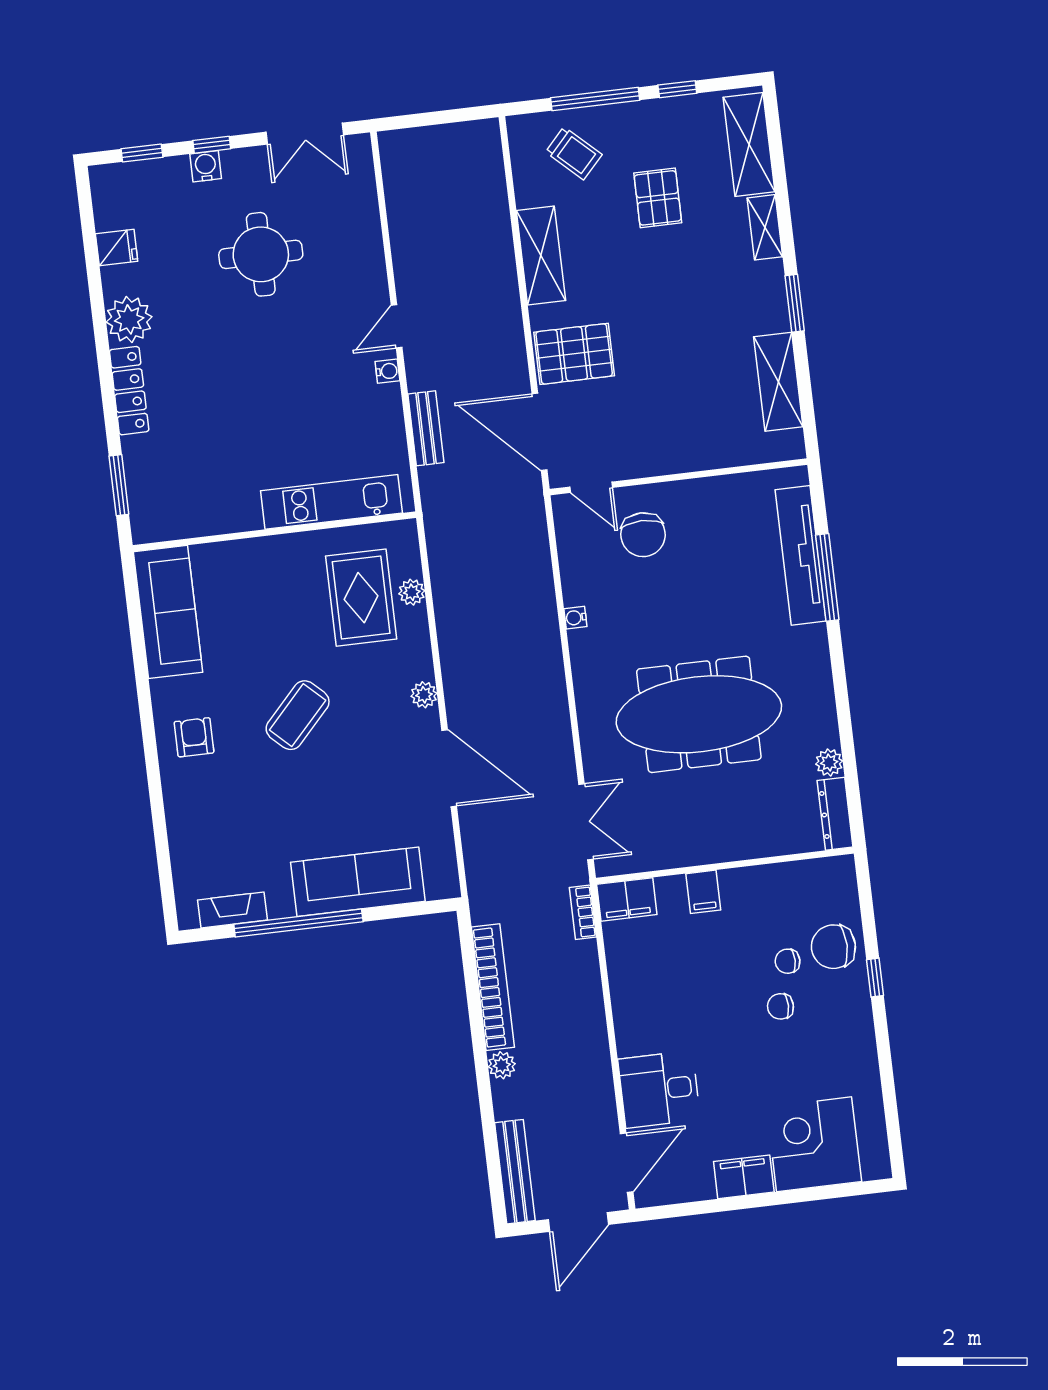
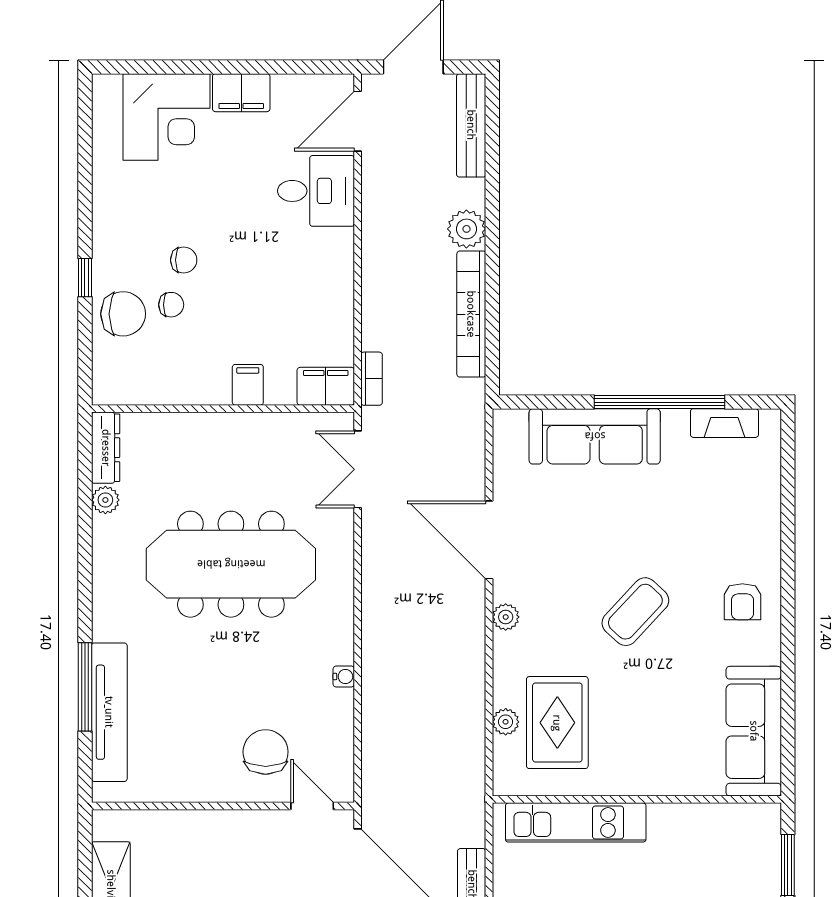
plant: (502, 1065) -> (466, 229), width x1.38, depth x1.38

